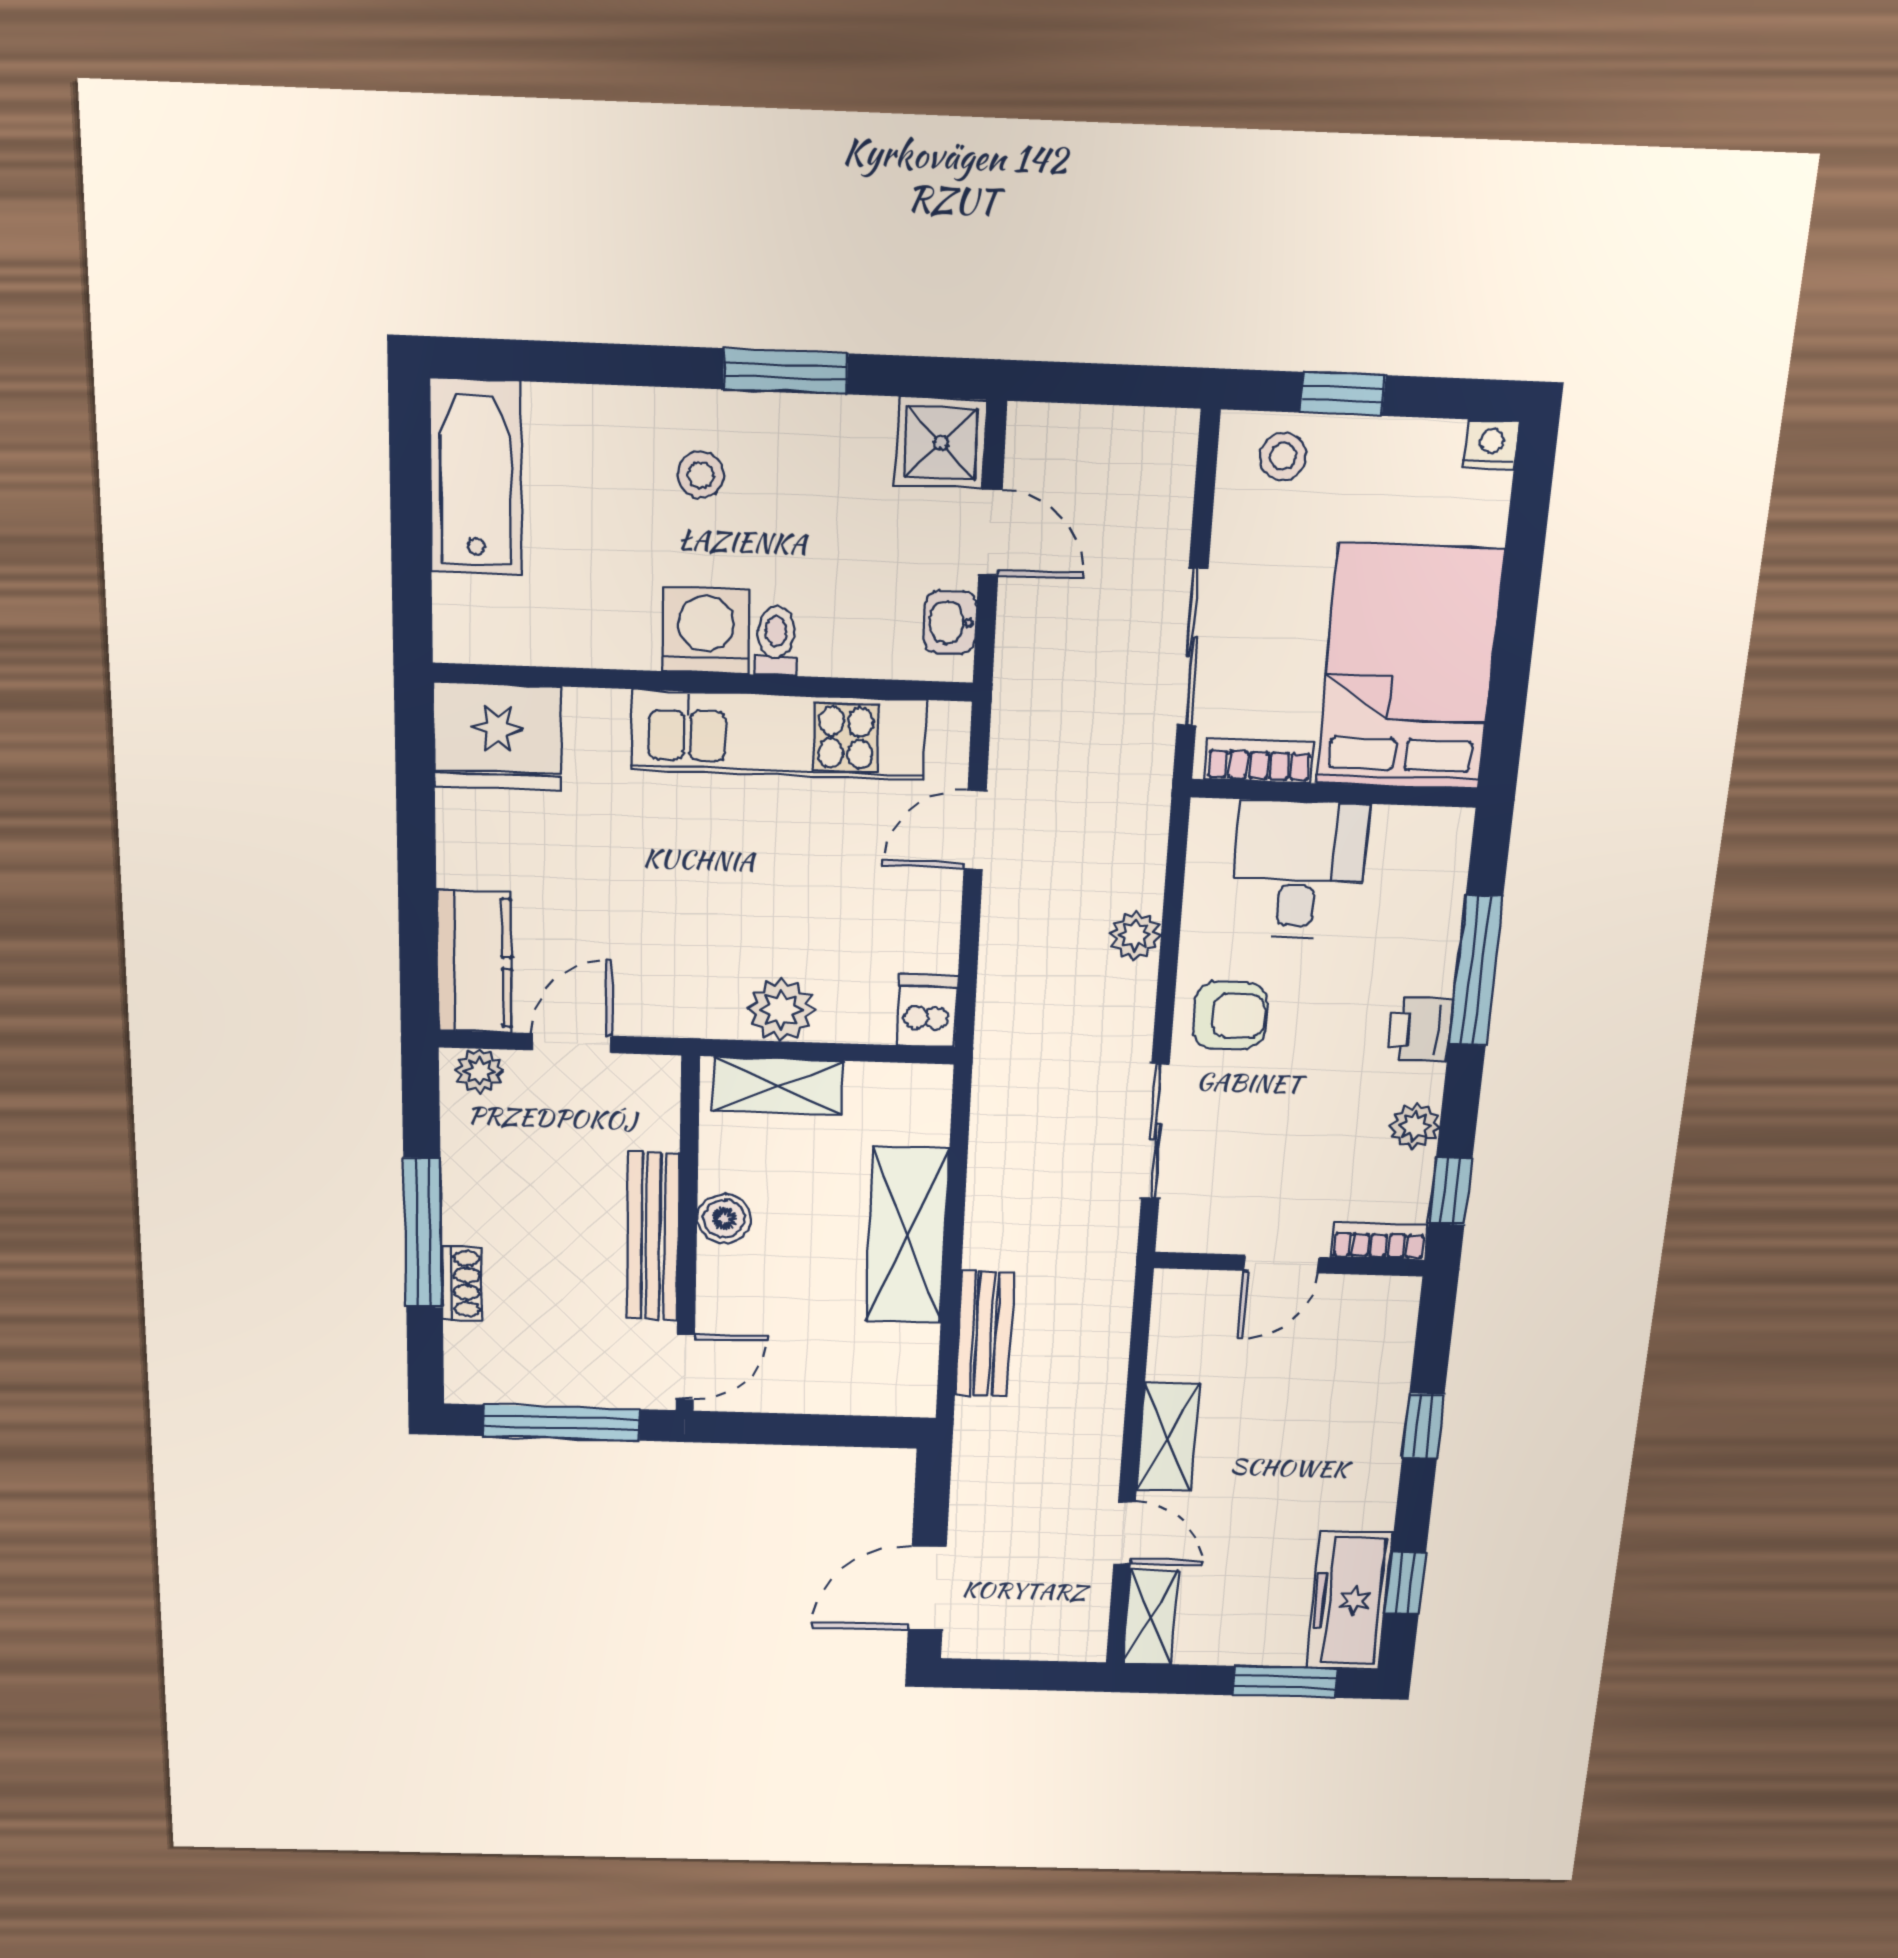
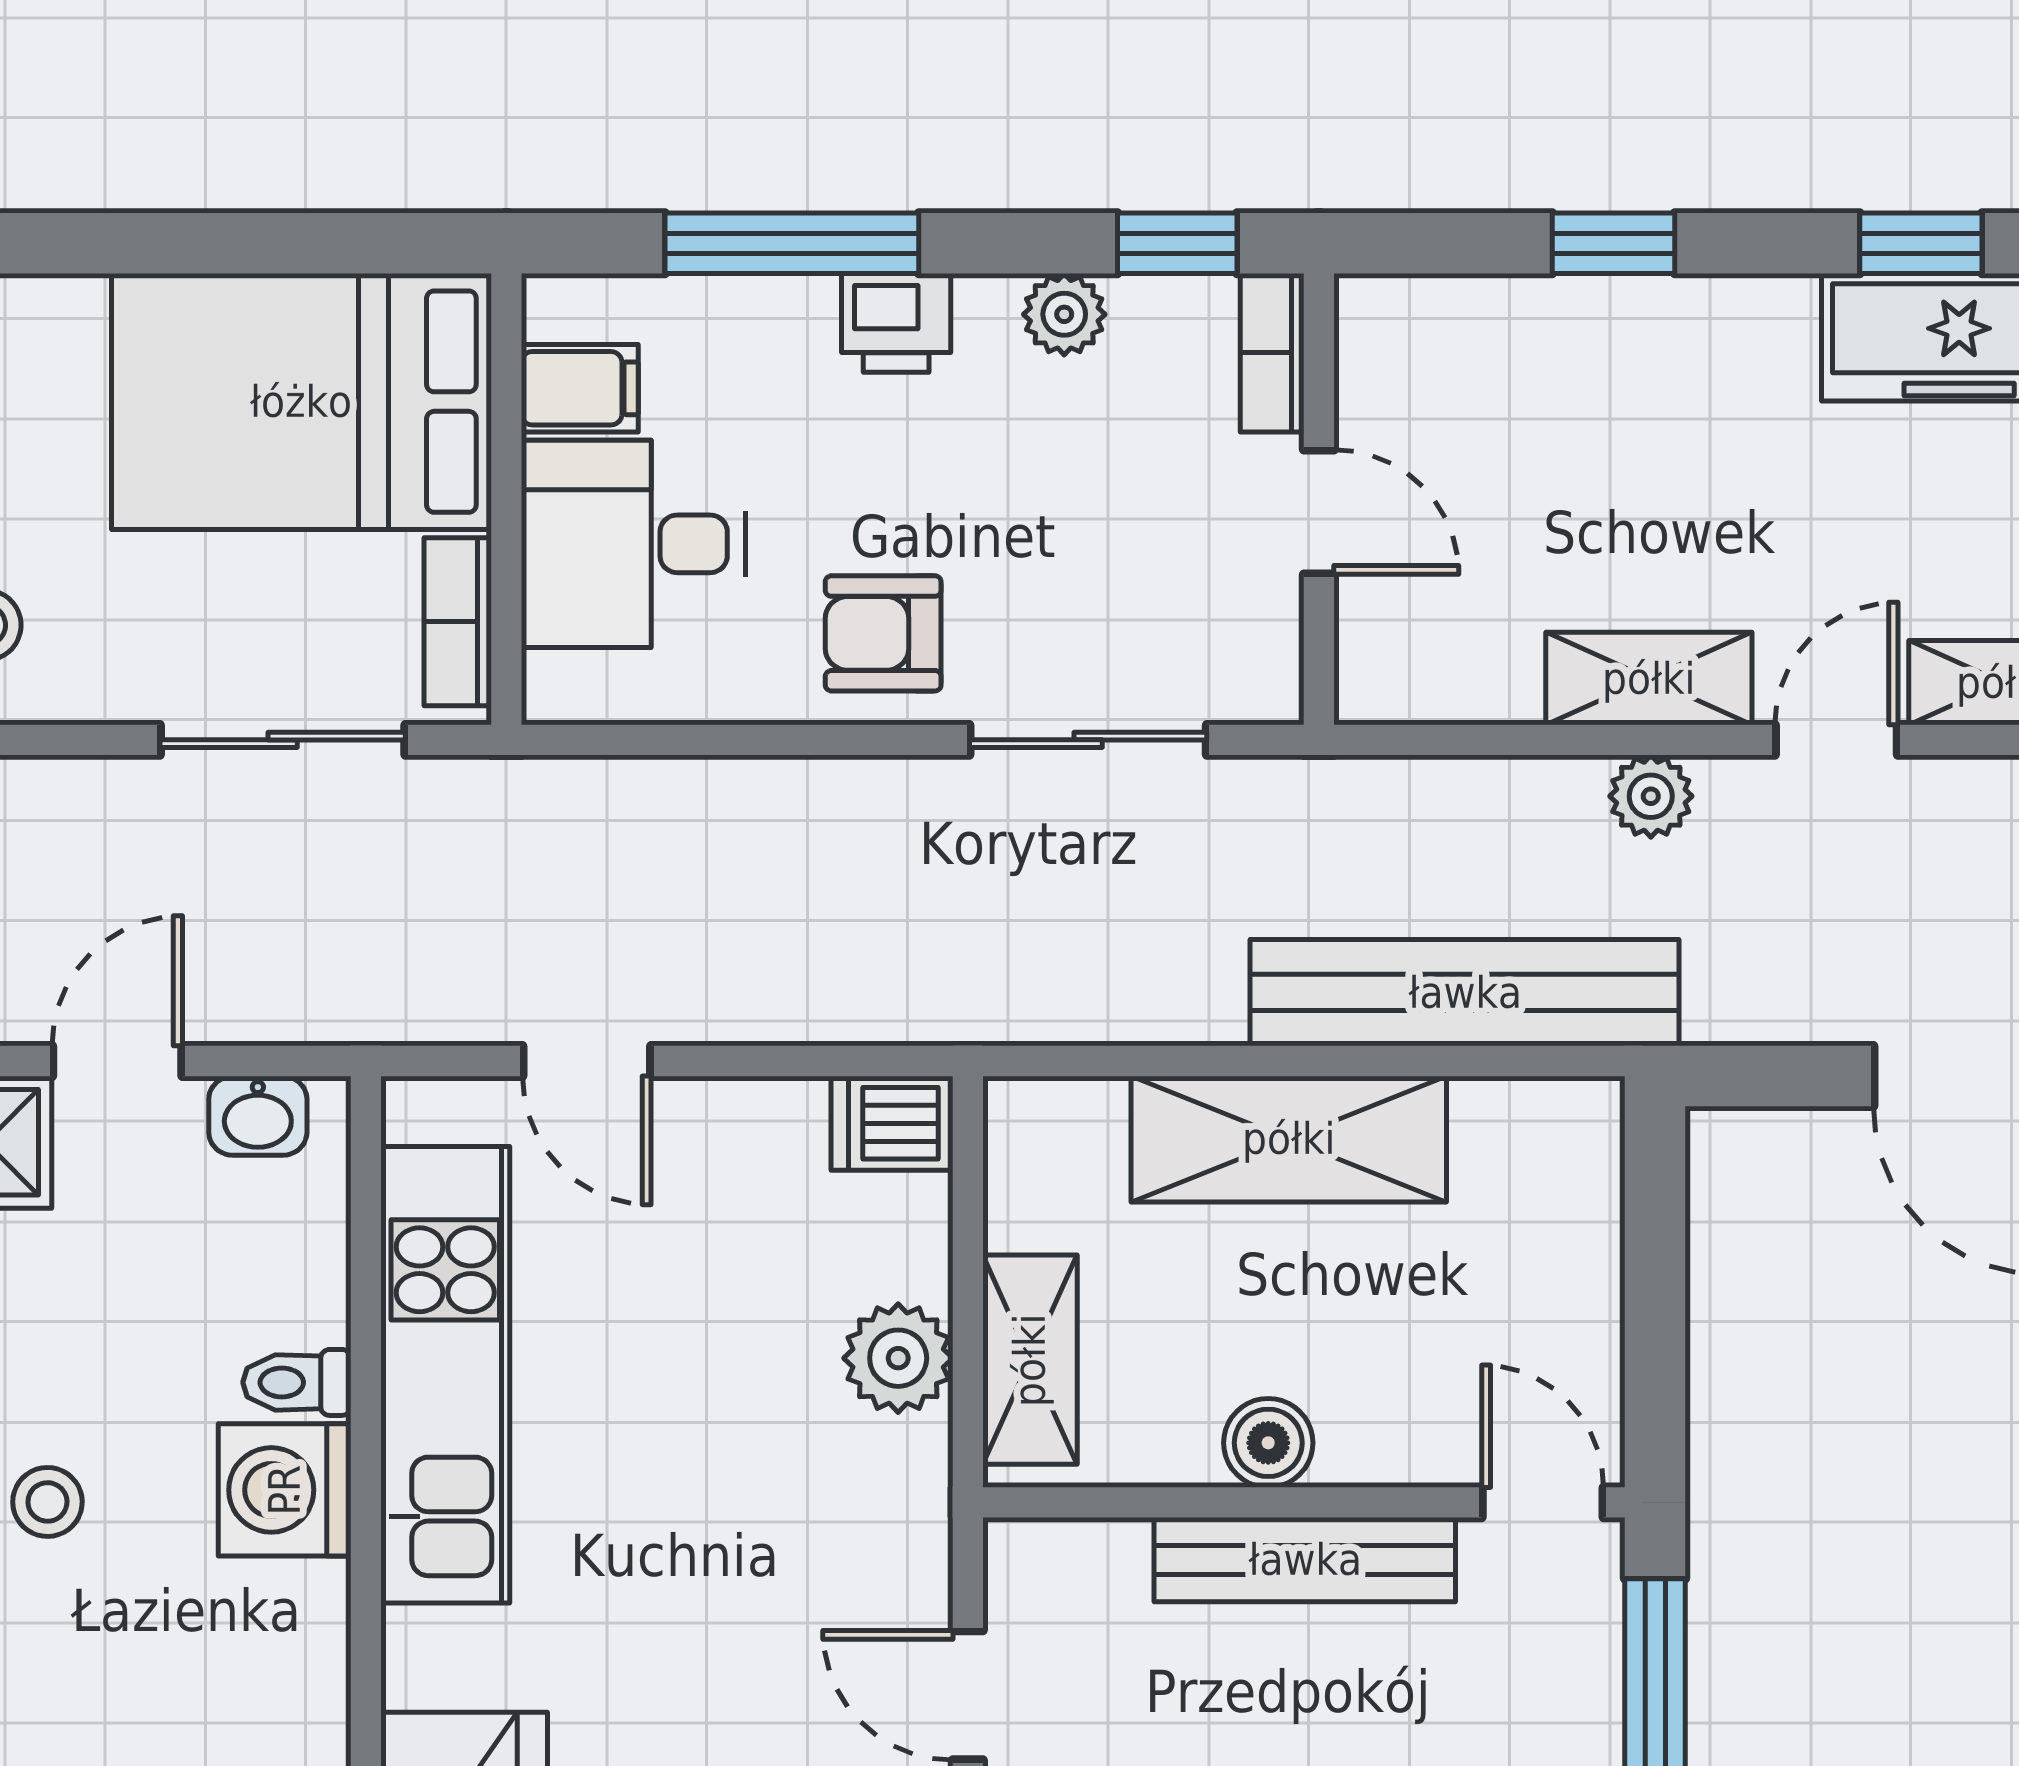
filing cabinet: (1400, 841) -> (580, 388), added
plant: (1135, 935) -> (1651, 796), moved
armchair: (1230, 1016) -> (883, 633), turned -90
bench: (984, 1334) -> (1465, 993), width x1.86, depth x1.21

